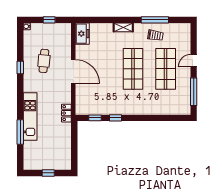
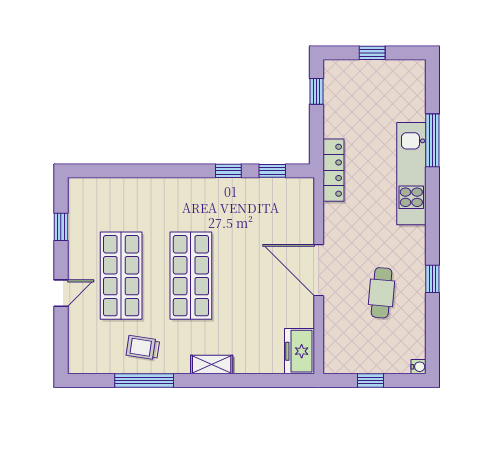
window: (194, 92) -> (61, 227), width x0.46
locker: (66, 113) -> (333, 170), width x1.53
window: (74, 155) -> (317, 91), added

